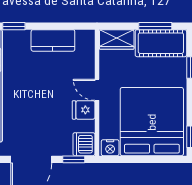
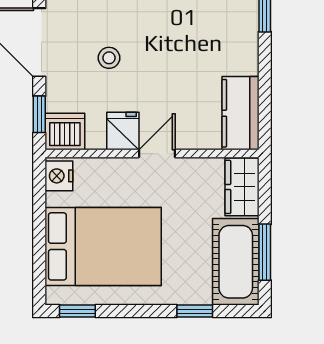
kitchen counter: (53, 40) -> (240, 113), moved
stool: (40, 118) -> (109, 58), added
bed: (152, 122) -> (103, 246), width x0.73

